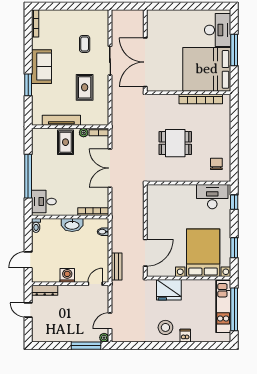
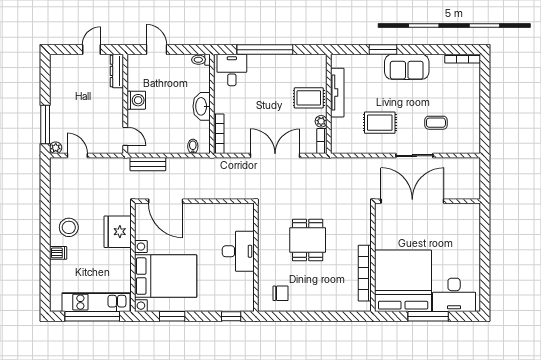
desk: (212, 197) -> (238, 251), moved

